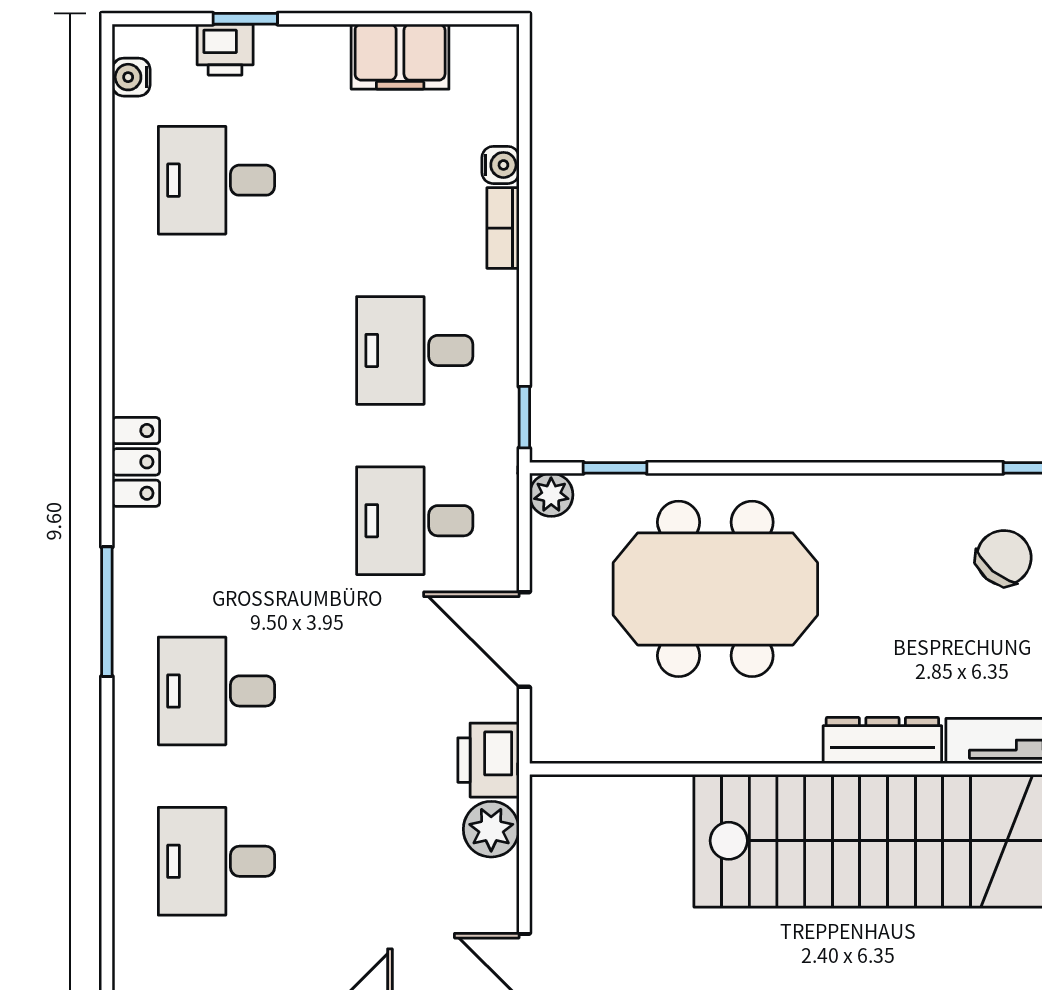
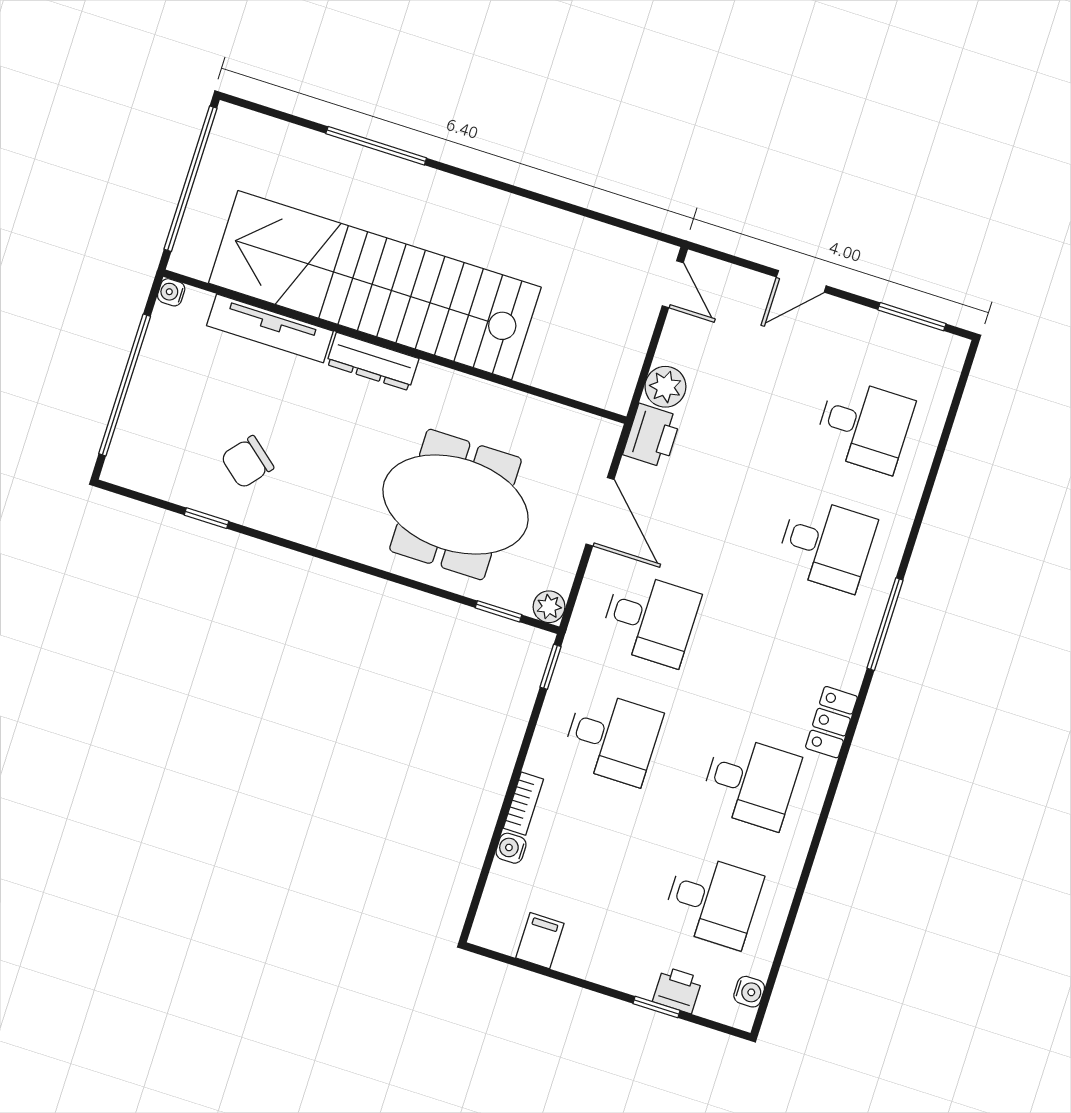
filing cabinet: (400, 57) -> (540, 941), width x0.50
desk: (216, 350) -> (750, 782), added

